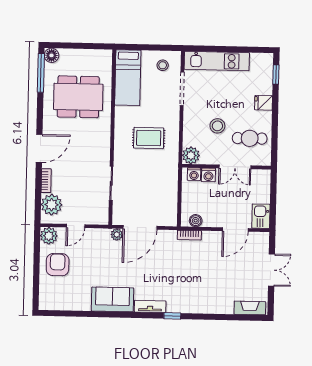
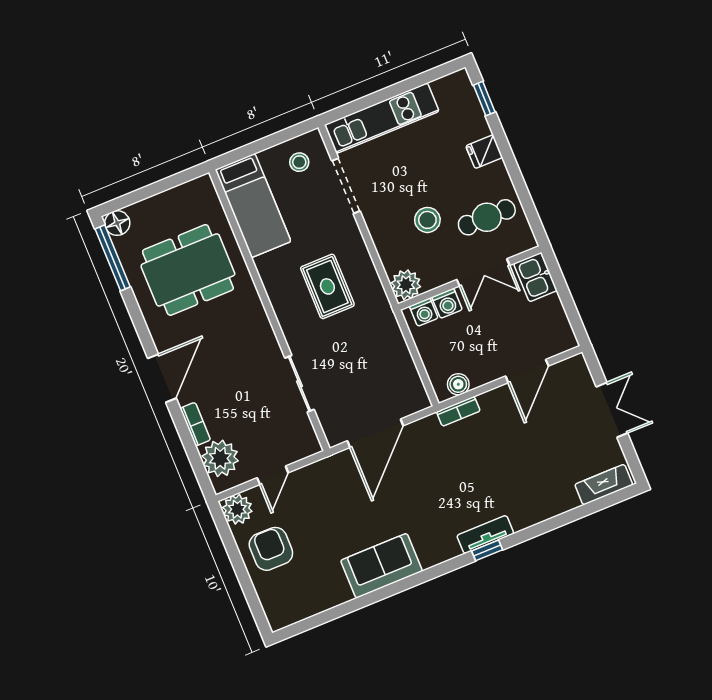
rug: (149, 138) -> (327, 286), turned 90
kitchen sink: (261, 216) -> (535, 277), moved
plant: (117, 235) -> (343, 461), removed
tv unit: (150, 306) -> (485, 535), moved

